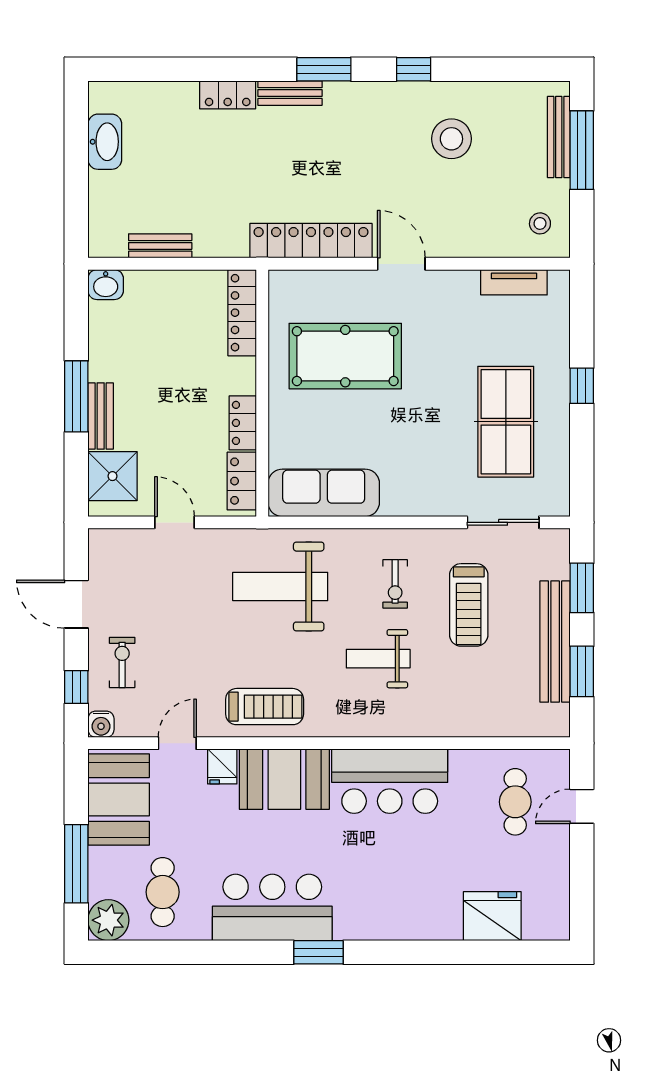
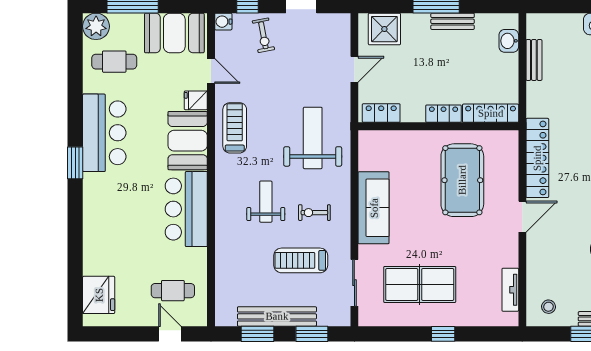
washbasin: (106, 285) -> (509, 41), moved
bench: (101, 416) -> (453, 21), moved
locker: (243, 423) -> (444, 114), moved
sofa: (324, 493) -> (374, 208), moved
exercise bike: (122, 662) -> (263, 35), turned 79
treadmill: (265, 707) -> (235, 128), turned 180
fridge: (492, 916) -> (99, 295), moved

